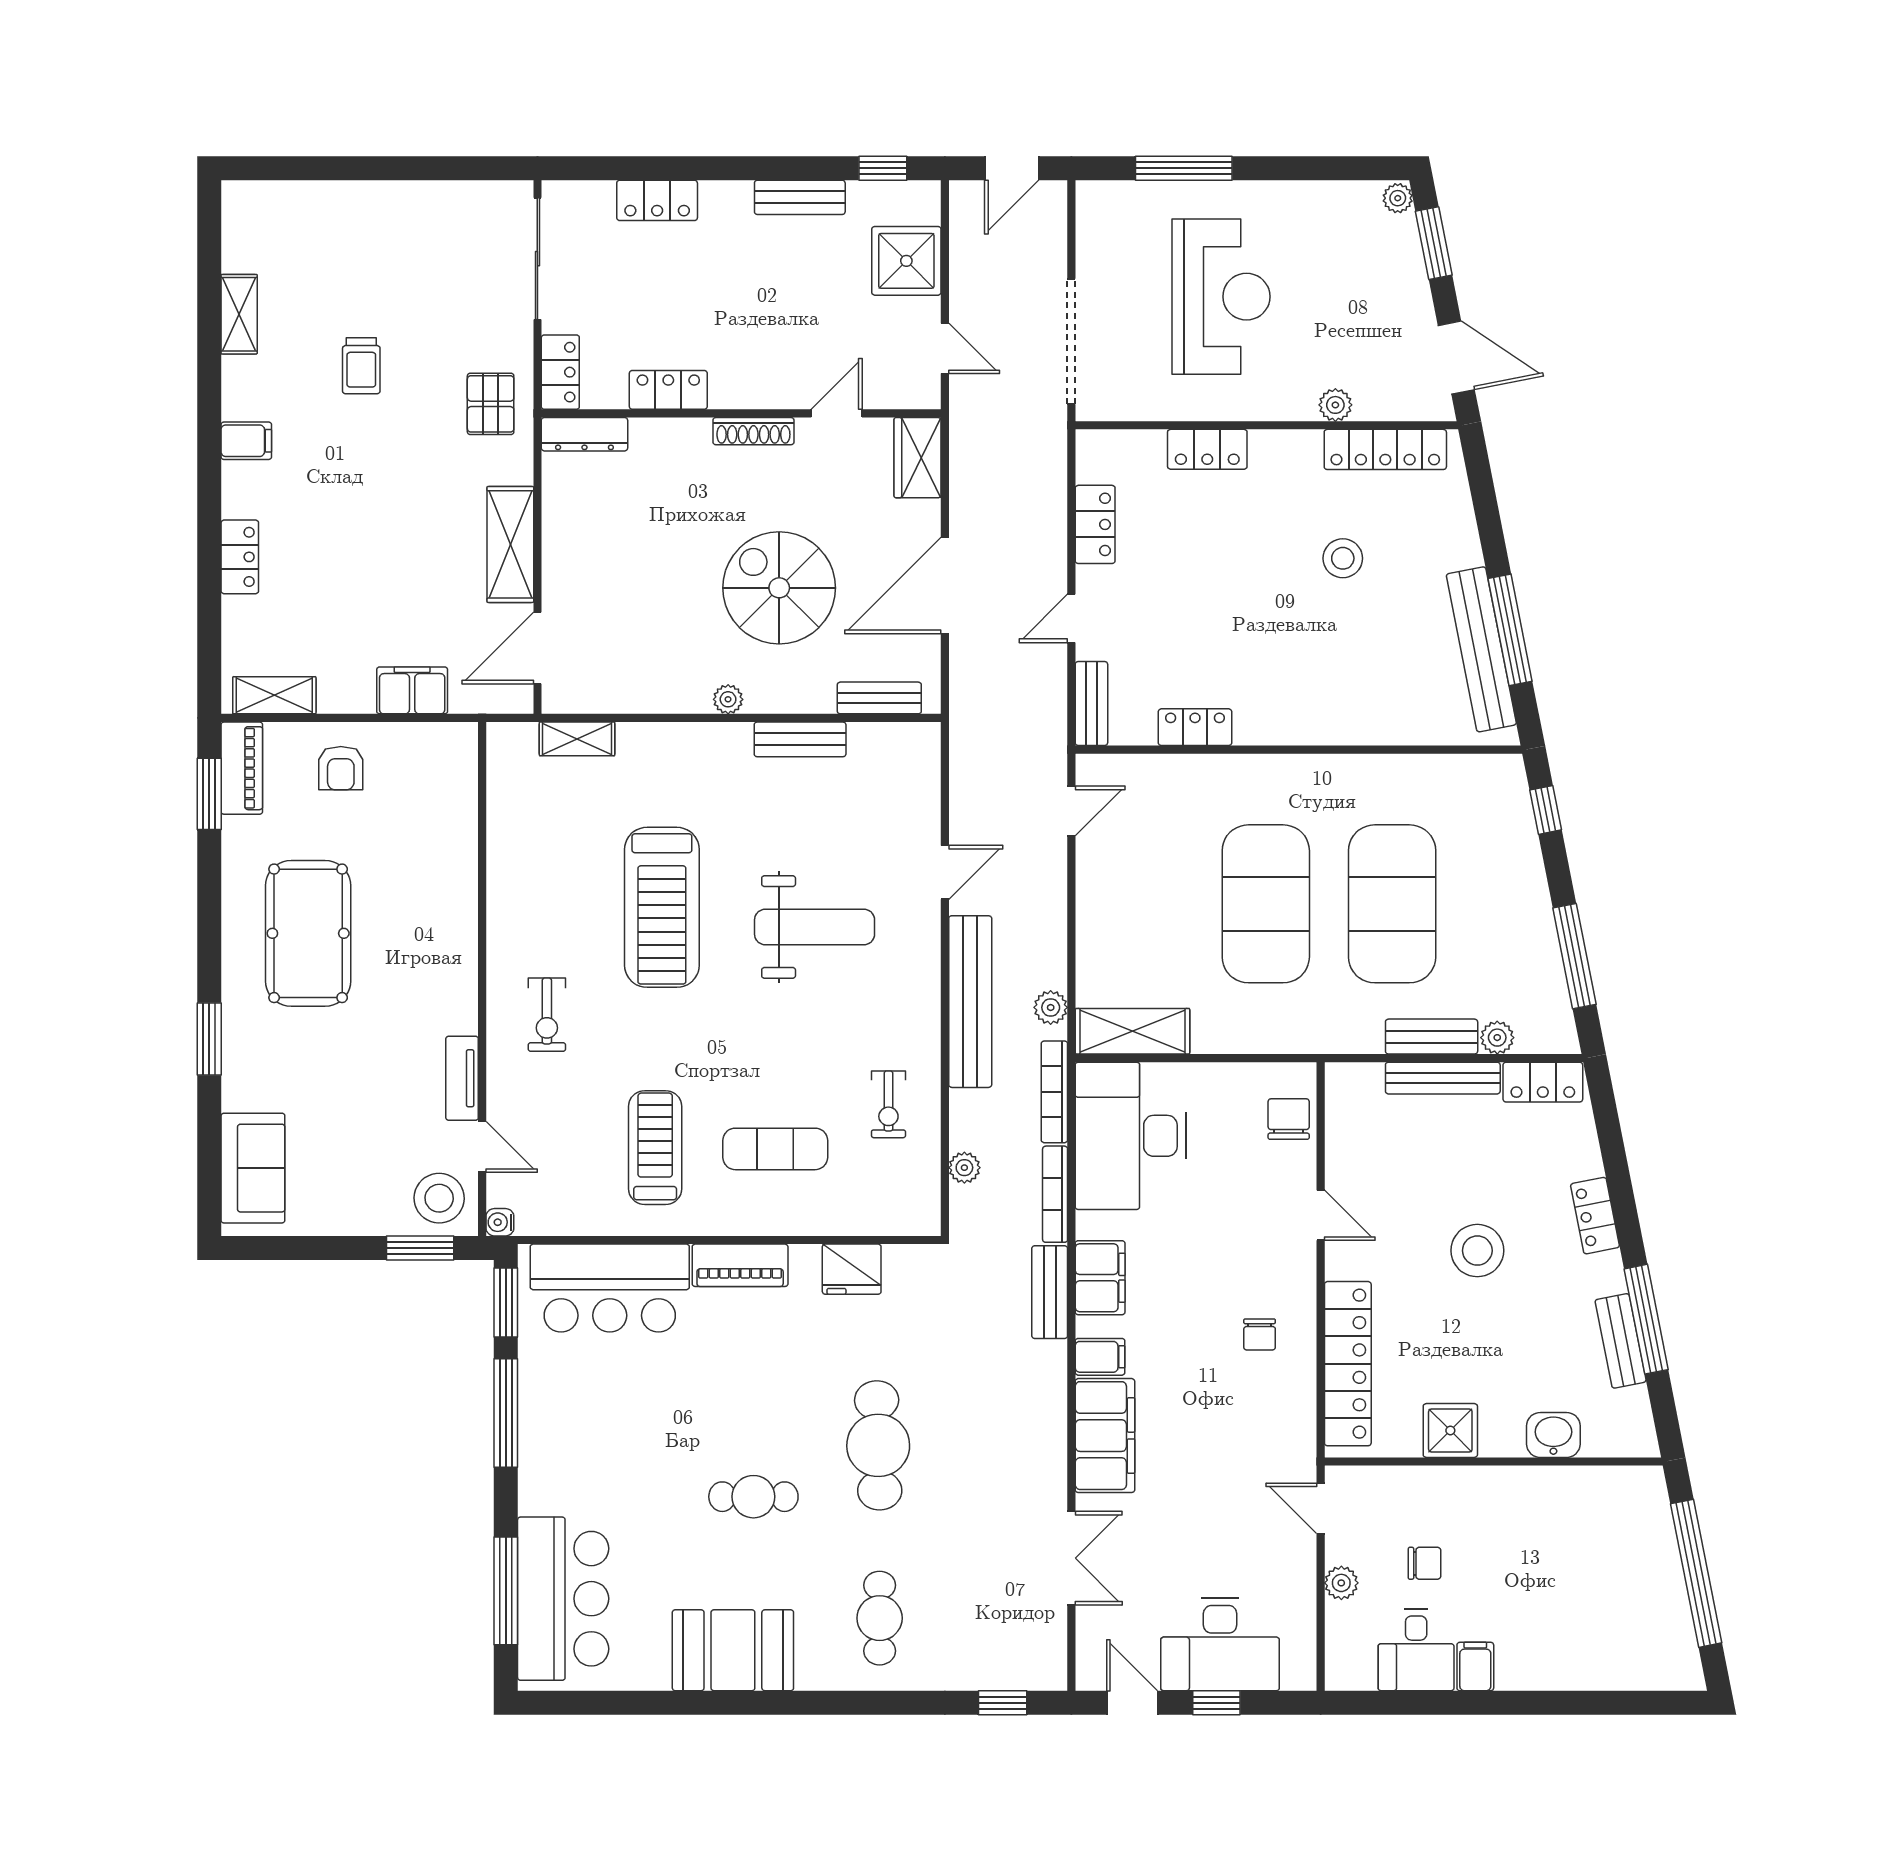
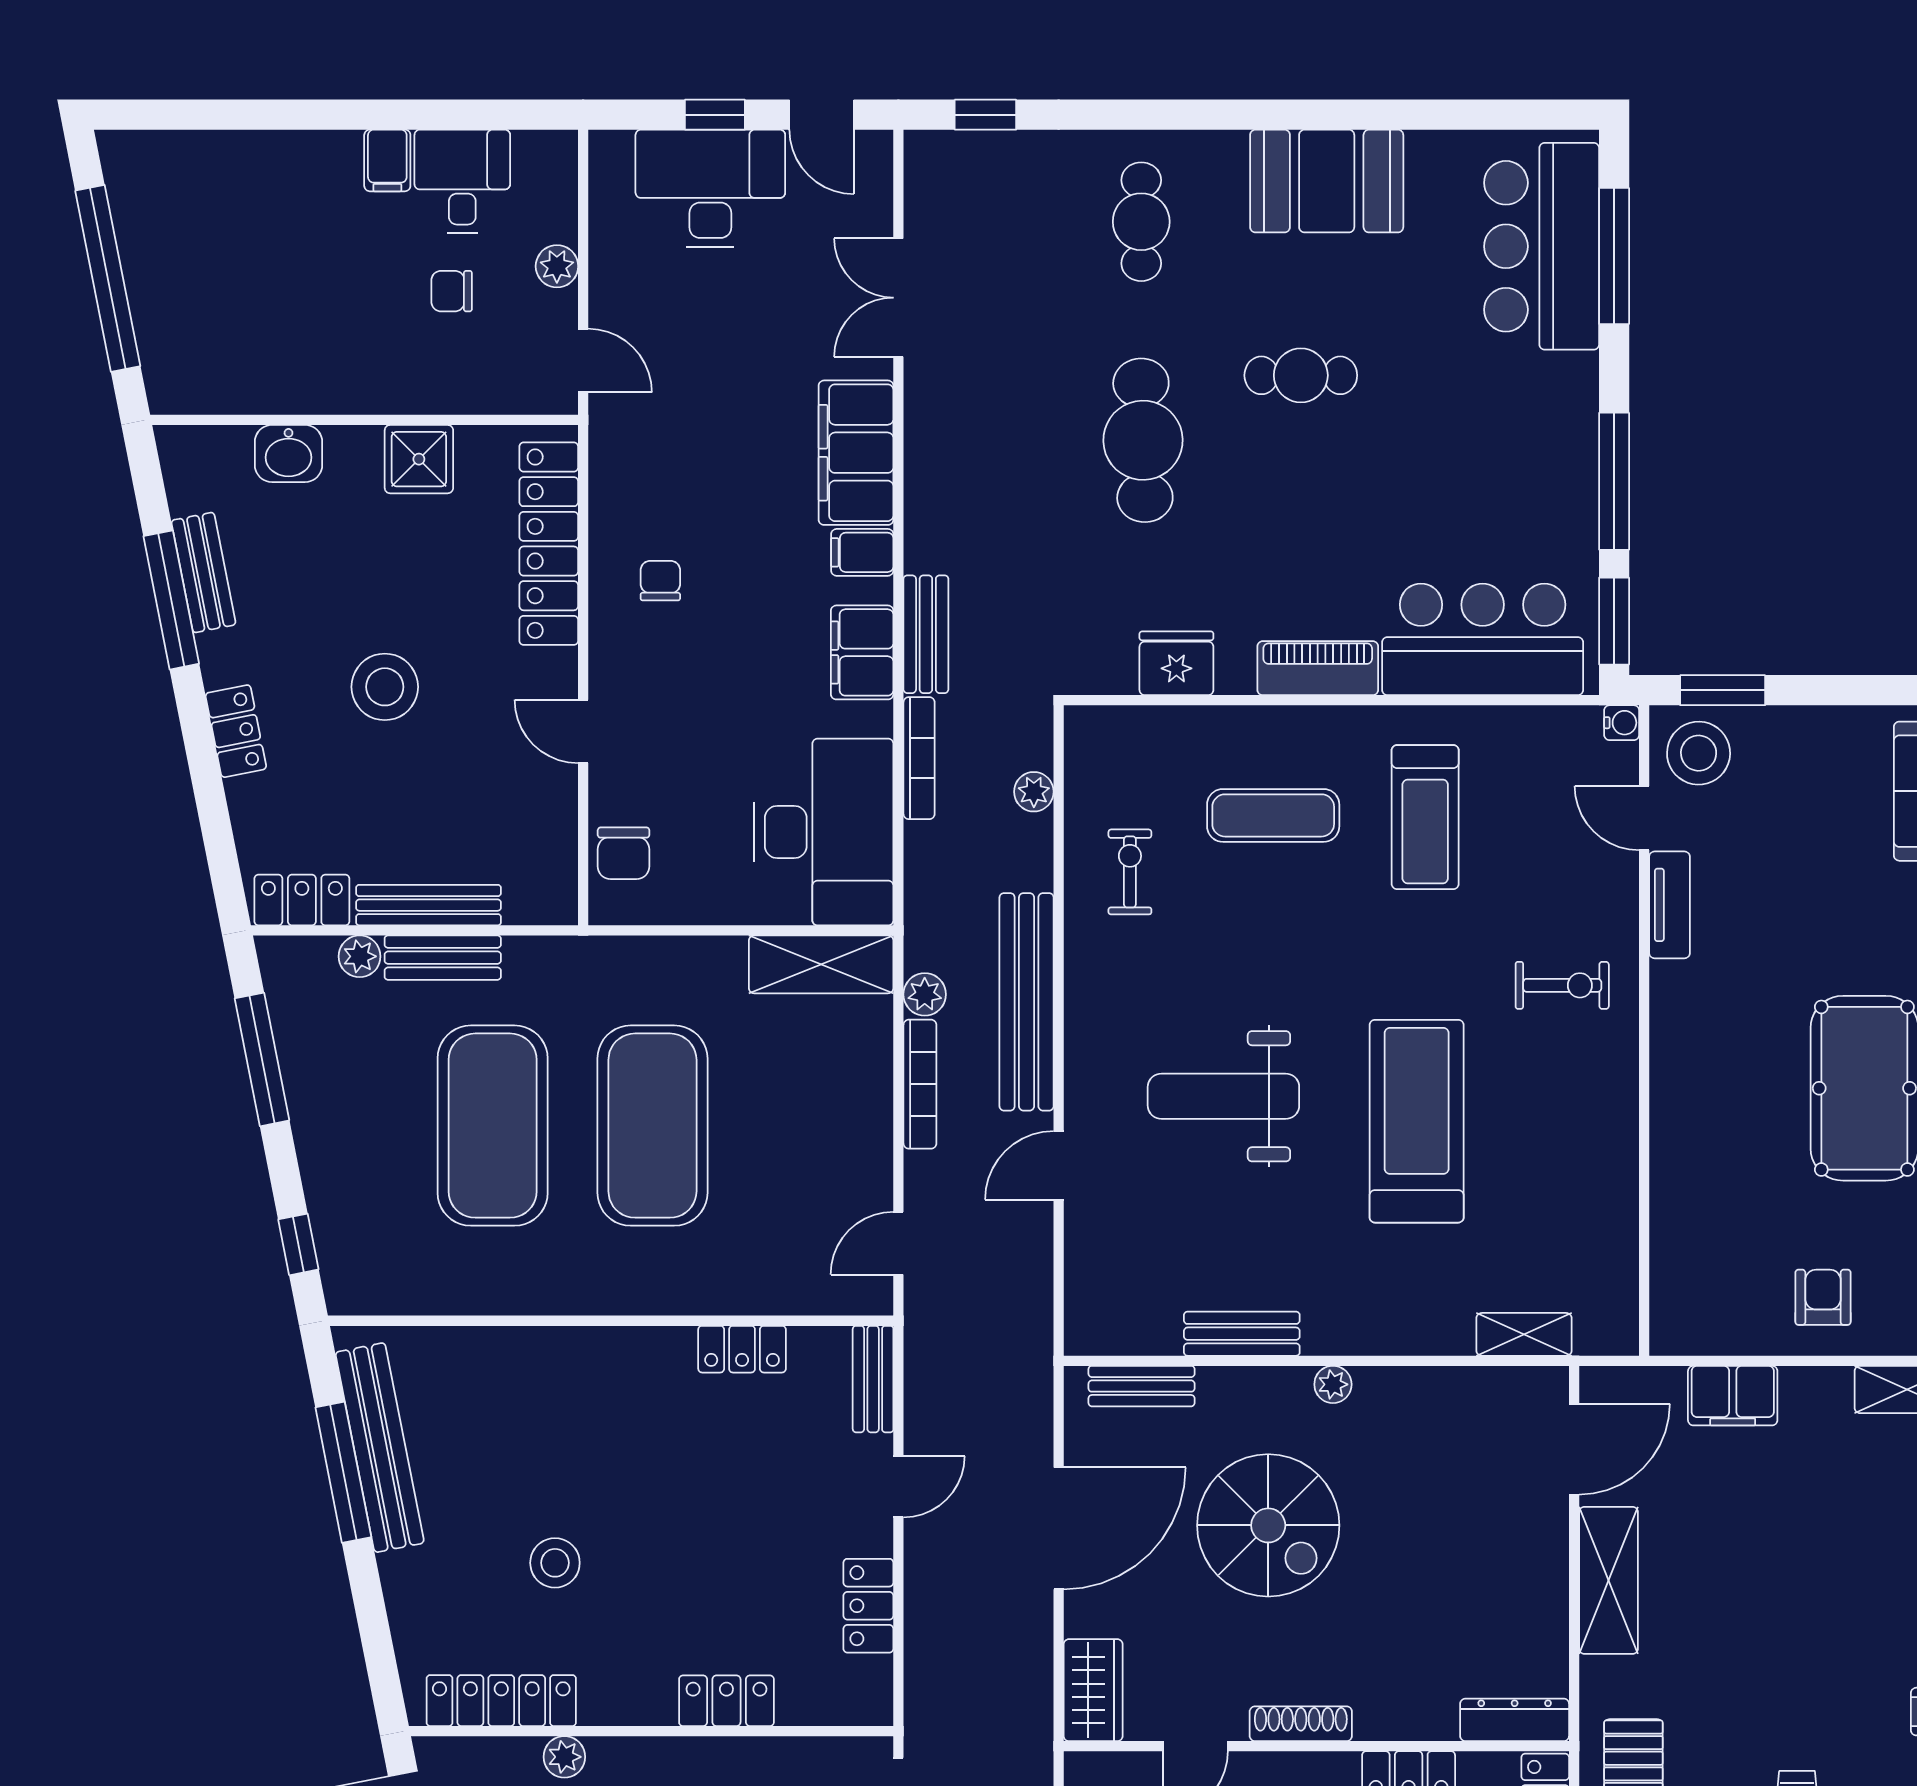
exercise bike: (547, 1015) -> (1562, 985), turned 90
bookcase: (1054, 1092) -> (920, 1084), moved

